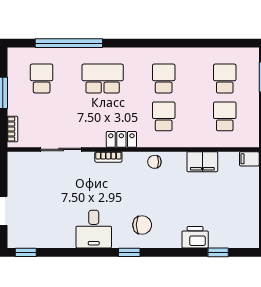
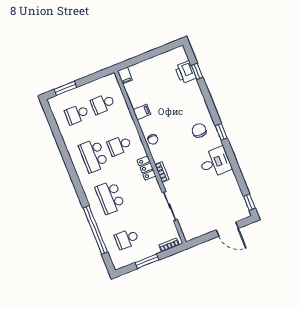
school desk: (164, 79) -> (94, 156), width x1.85
filing cabinet: (202, 162) -> (142, 112), width x0.50
printer: (195, 237) -> (185, 72), moved

